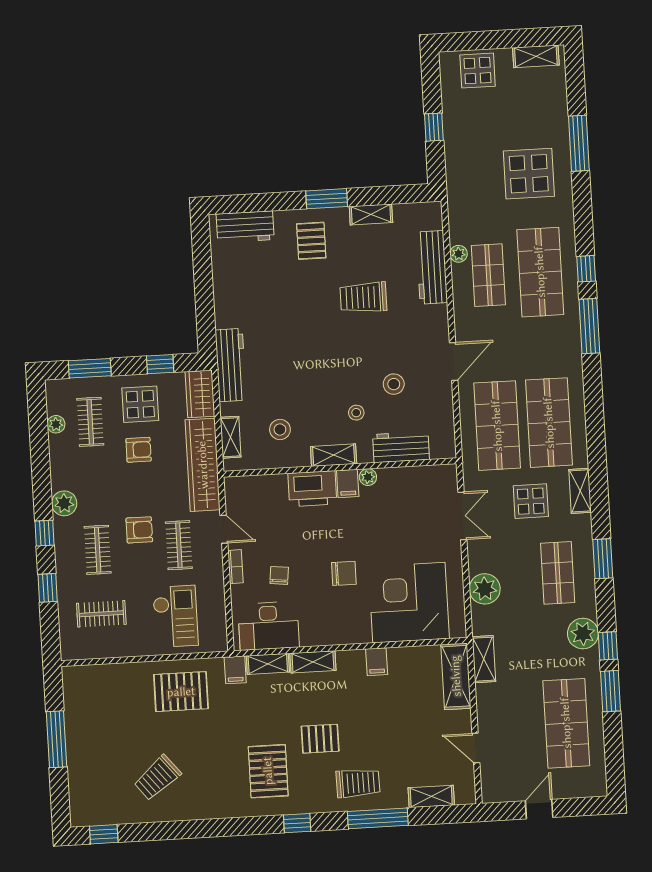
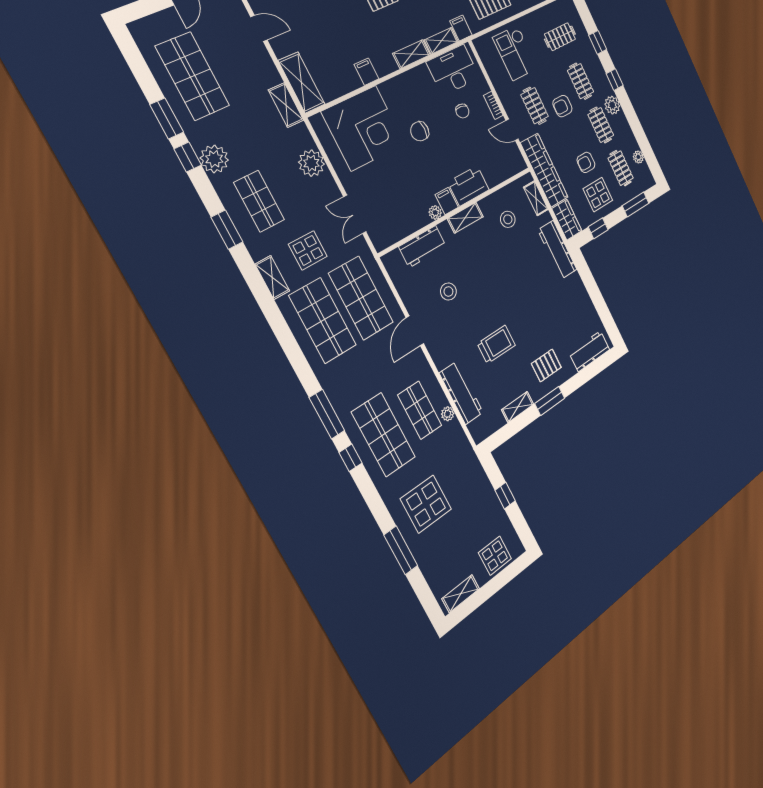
pallet: (311, 241) -> (546, 365), turned 90
stool: (356, 413) -> (464, 257), removed
clothes rail: (94, 486) -> (601, 125), added

